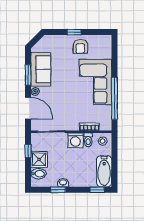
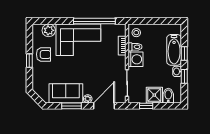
plant: (105, 52) -> (49, 30), added
bathtub: (104, 171) -> (174, 50), moved, turned 90
window: (97, 190) -> (184, 54), moved

